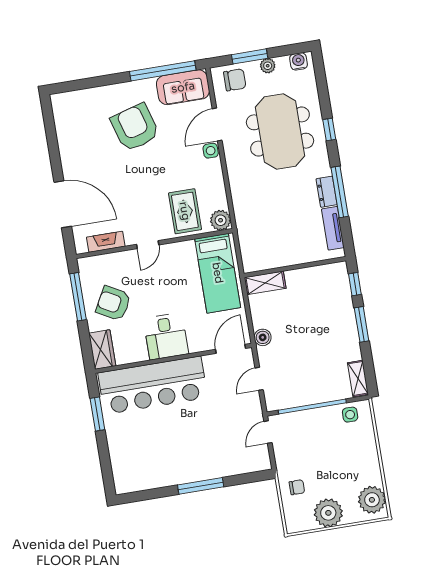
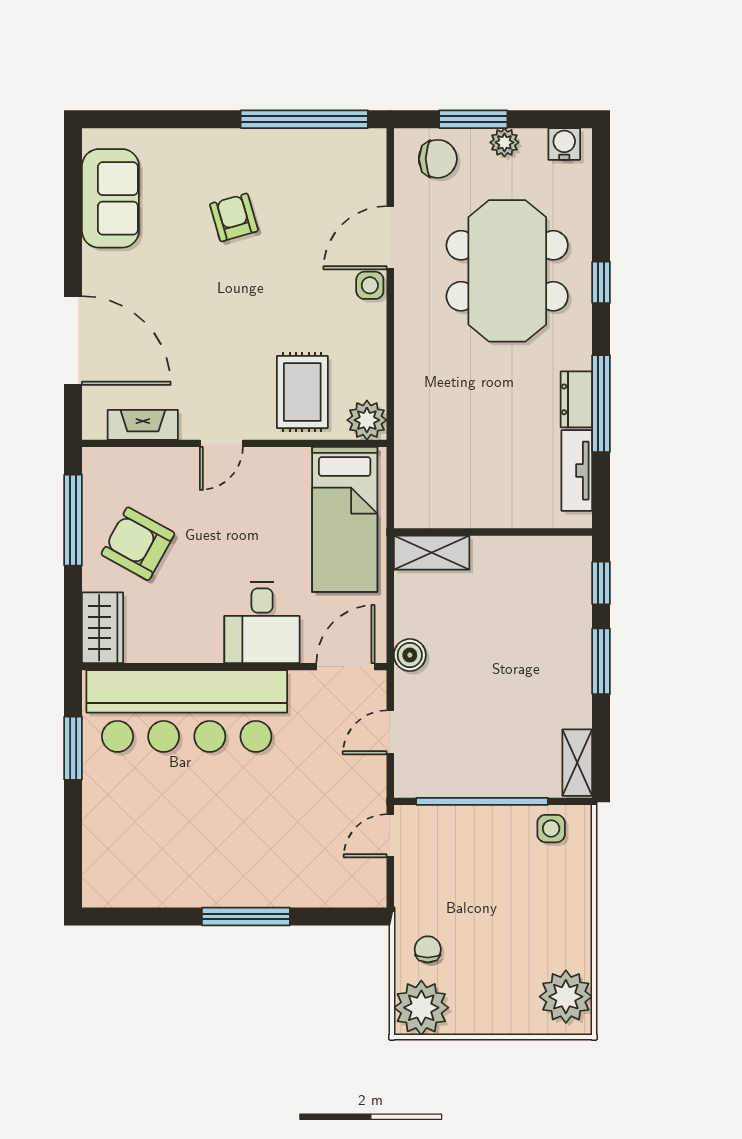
sofa: (183, 87) -> (110, 198), moved, turned -90
armchair: (135, 127) -> (234, 217), width x0.53, depth x0.53
desk: (166, 336) -> (262, 622), moved
chair: (297, 487) -> (428, 949), turned -90
plant: (328, 513) -> (421, 1008), moved

